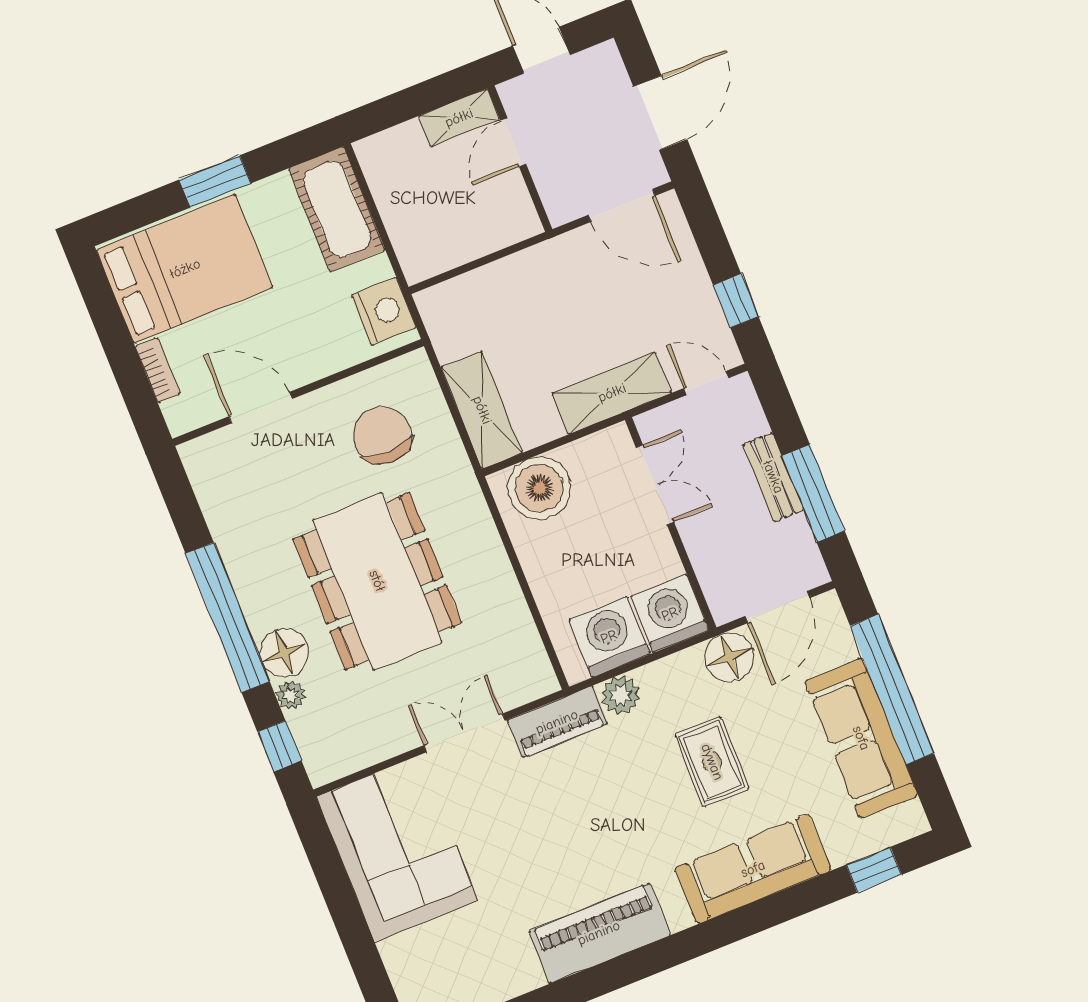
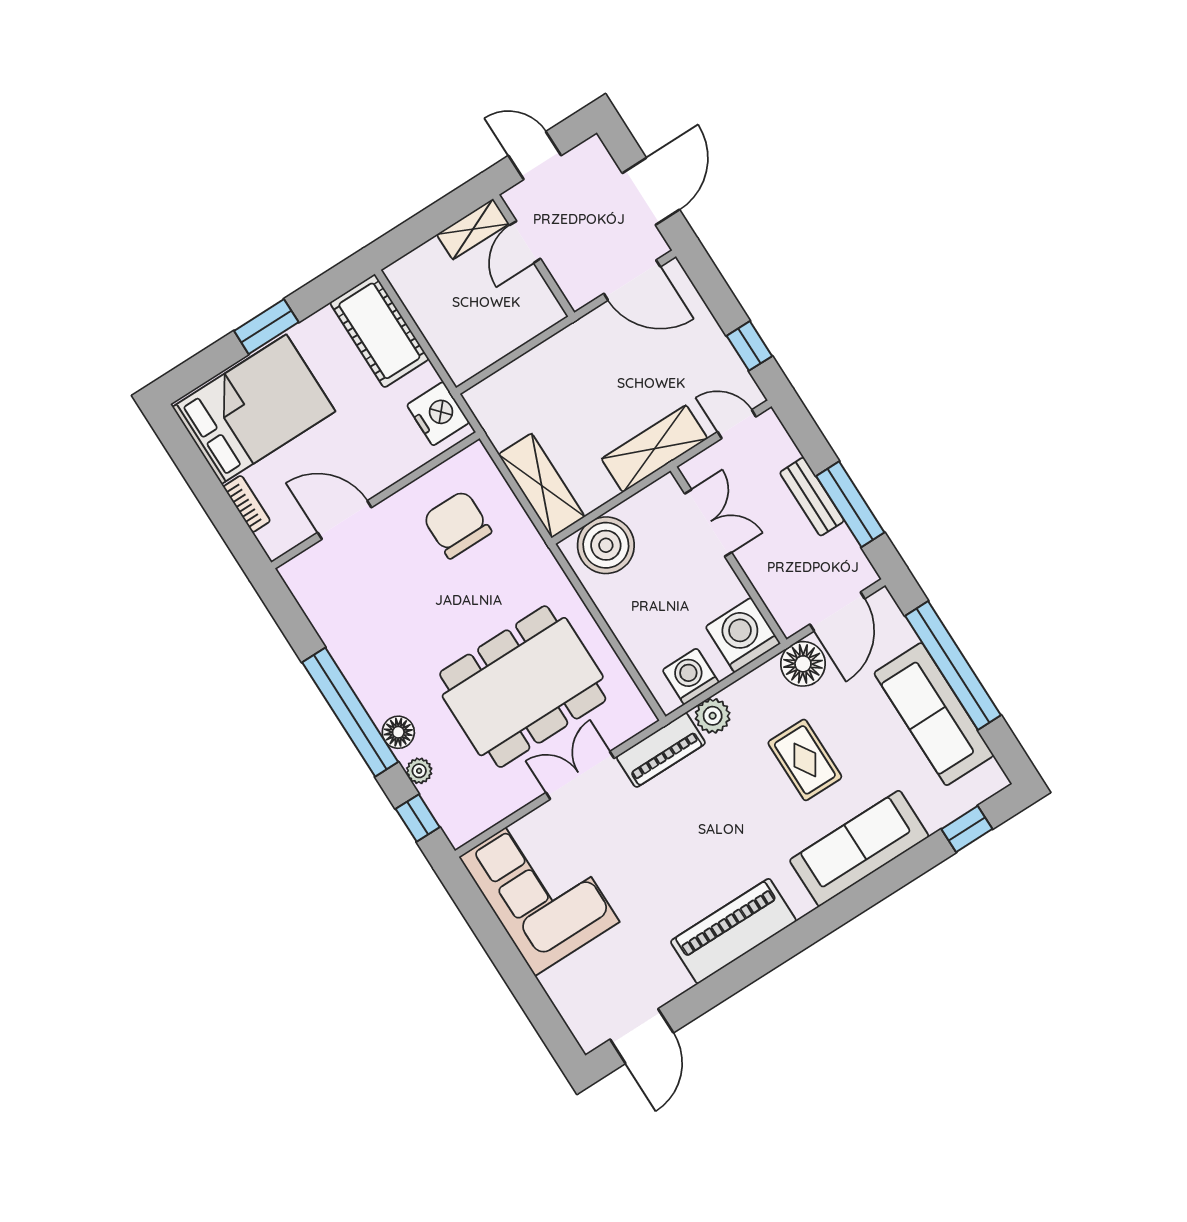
dining table: (377, 581) -> (523, 687), moved, turned 90
washing machine: (609, 637) -> (691, 676), width x0.73, depth x0.73
floor lamp: (284, 653) -> (398, 732), width x0.73, depth x0.73

